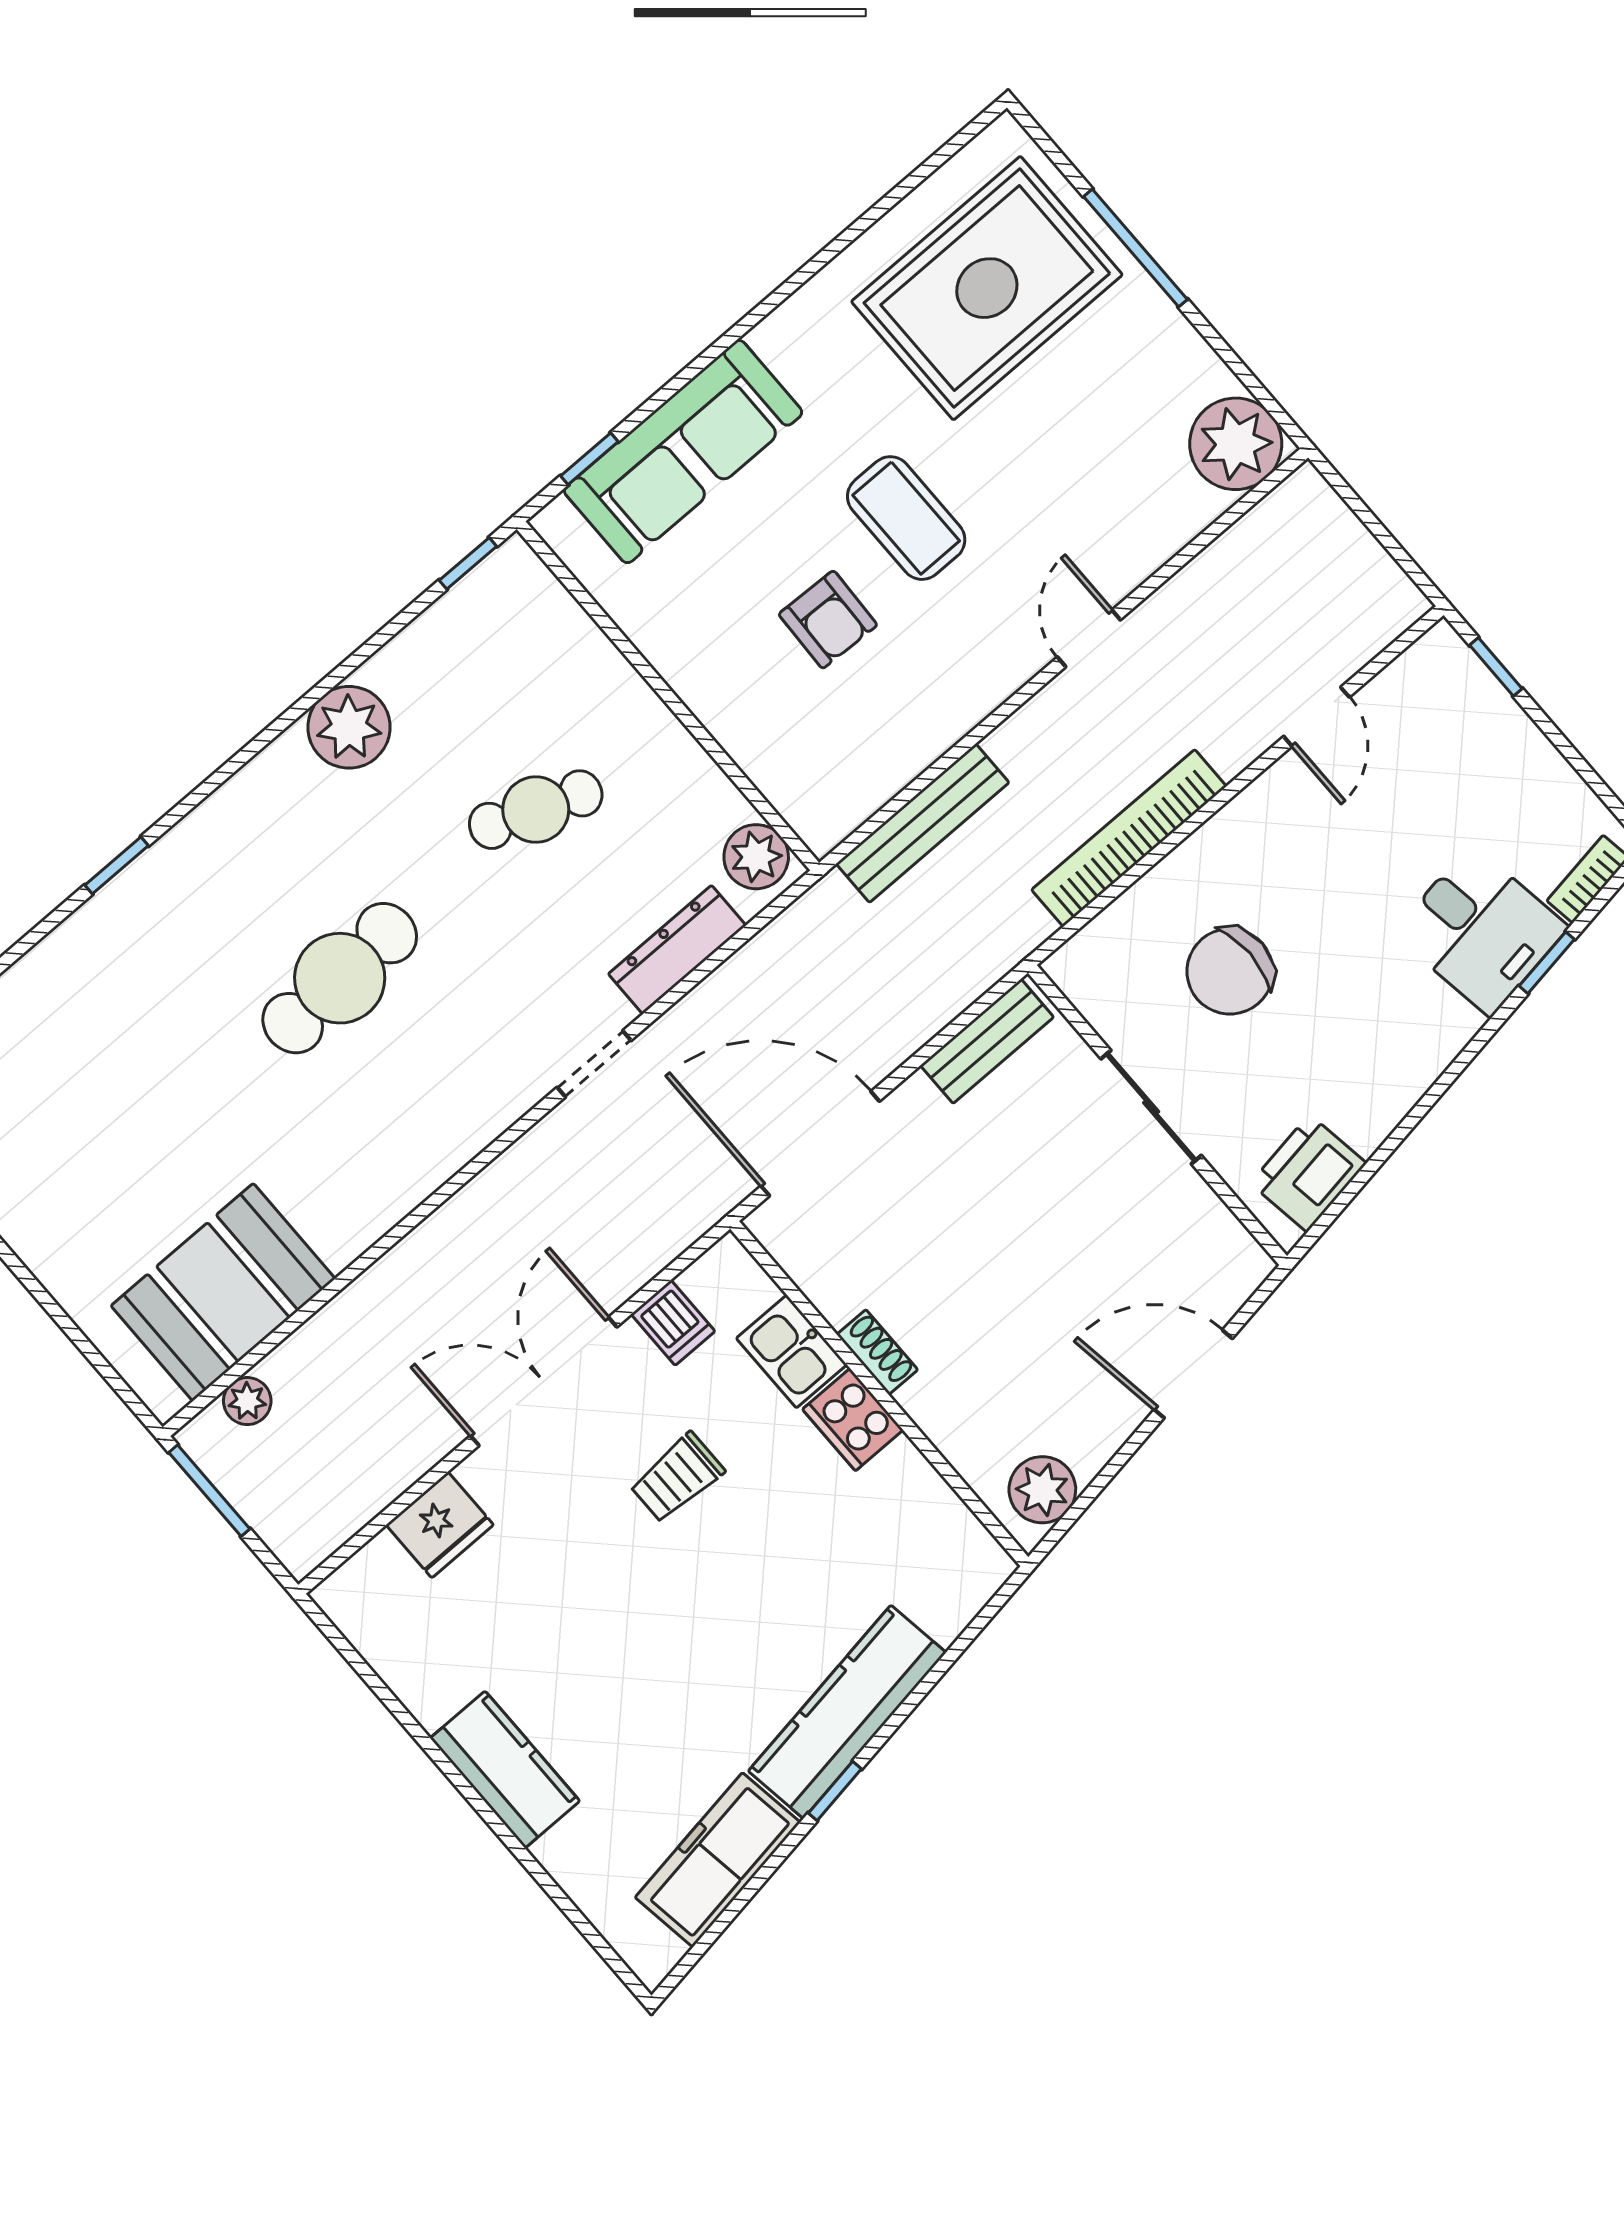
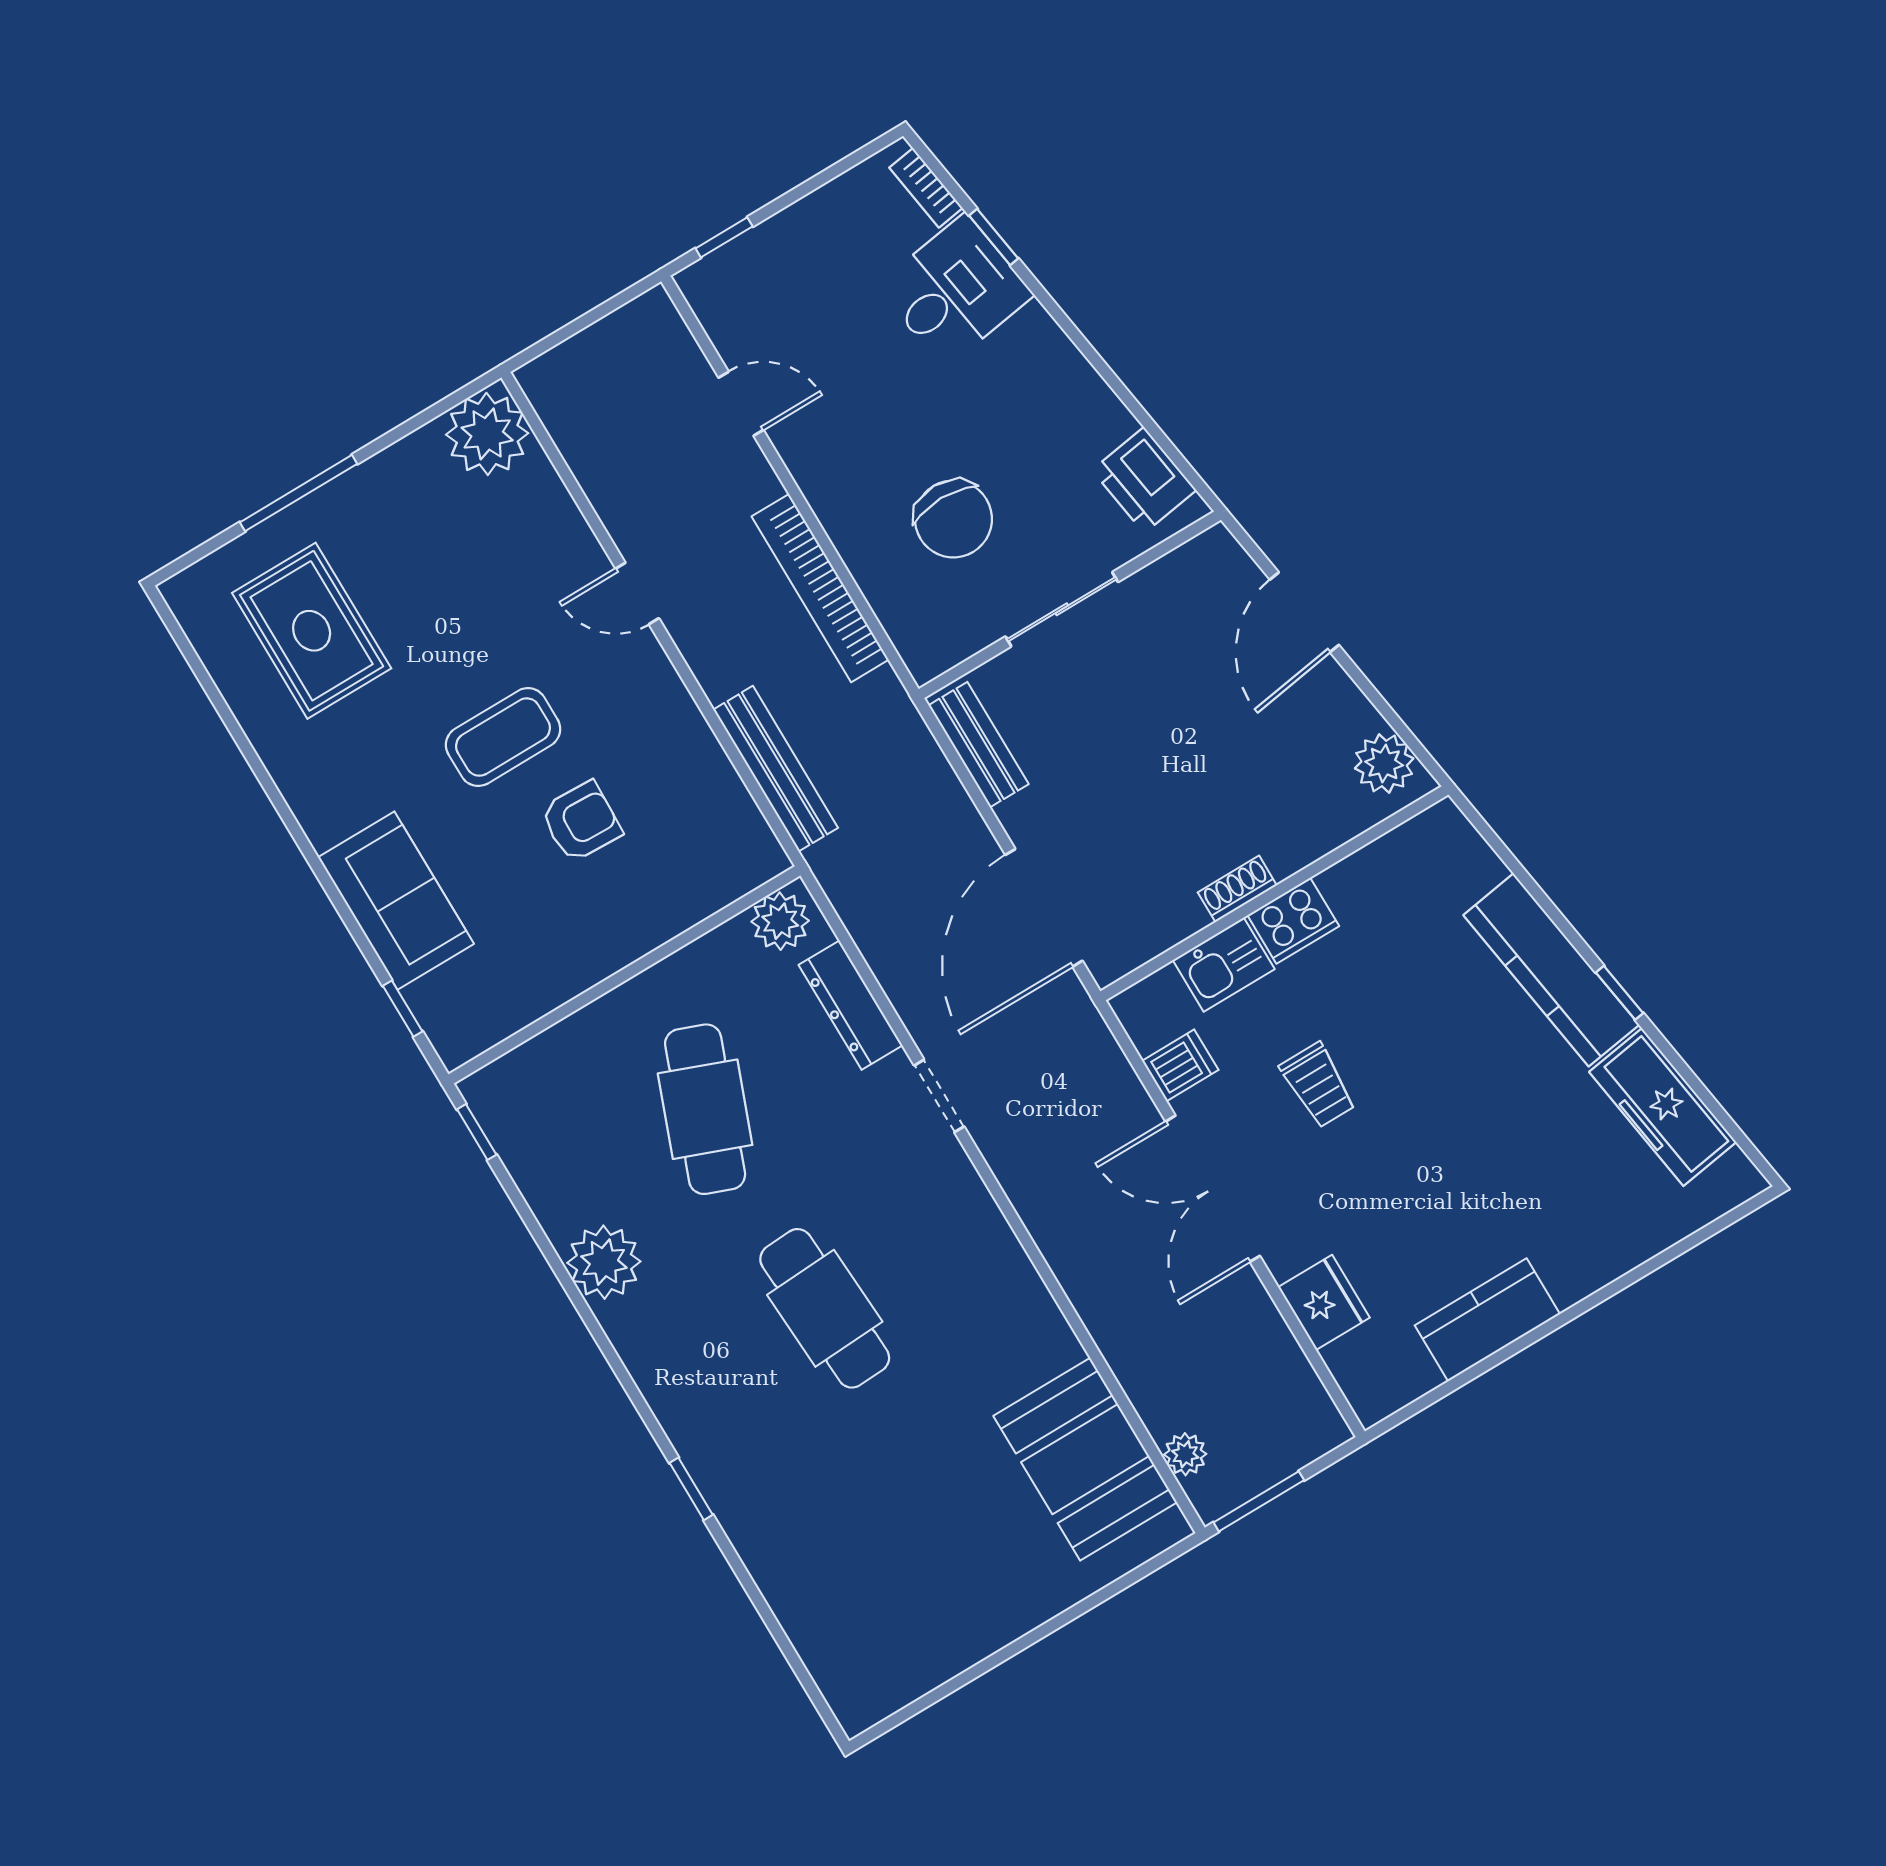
rug: (987, 288) -> (312, 631), width x0.73, depth x0.69
sofa: (683, 451) -> (396, 901), width x0.73
cafe table: (536, 810) -> (705, 1109), width x1.37, depth x1.35
kitchen counter: (505, 1770) -> (1487, 1320), moved

